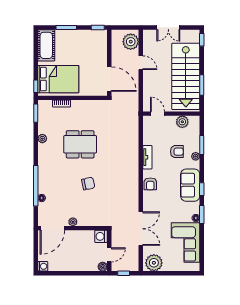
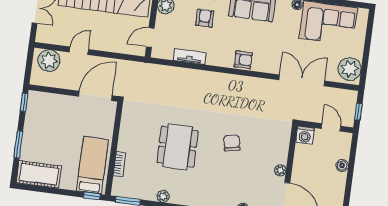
bed: (58, 79) -> (92, 165), width x0.67
tv unit: (147, 157) -> (190, 56), moved
boiler: (103, 267) -> (342, 165), moved

